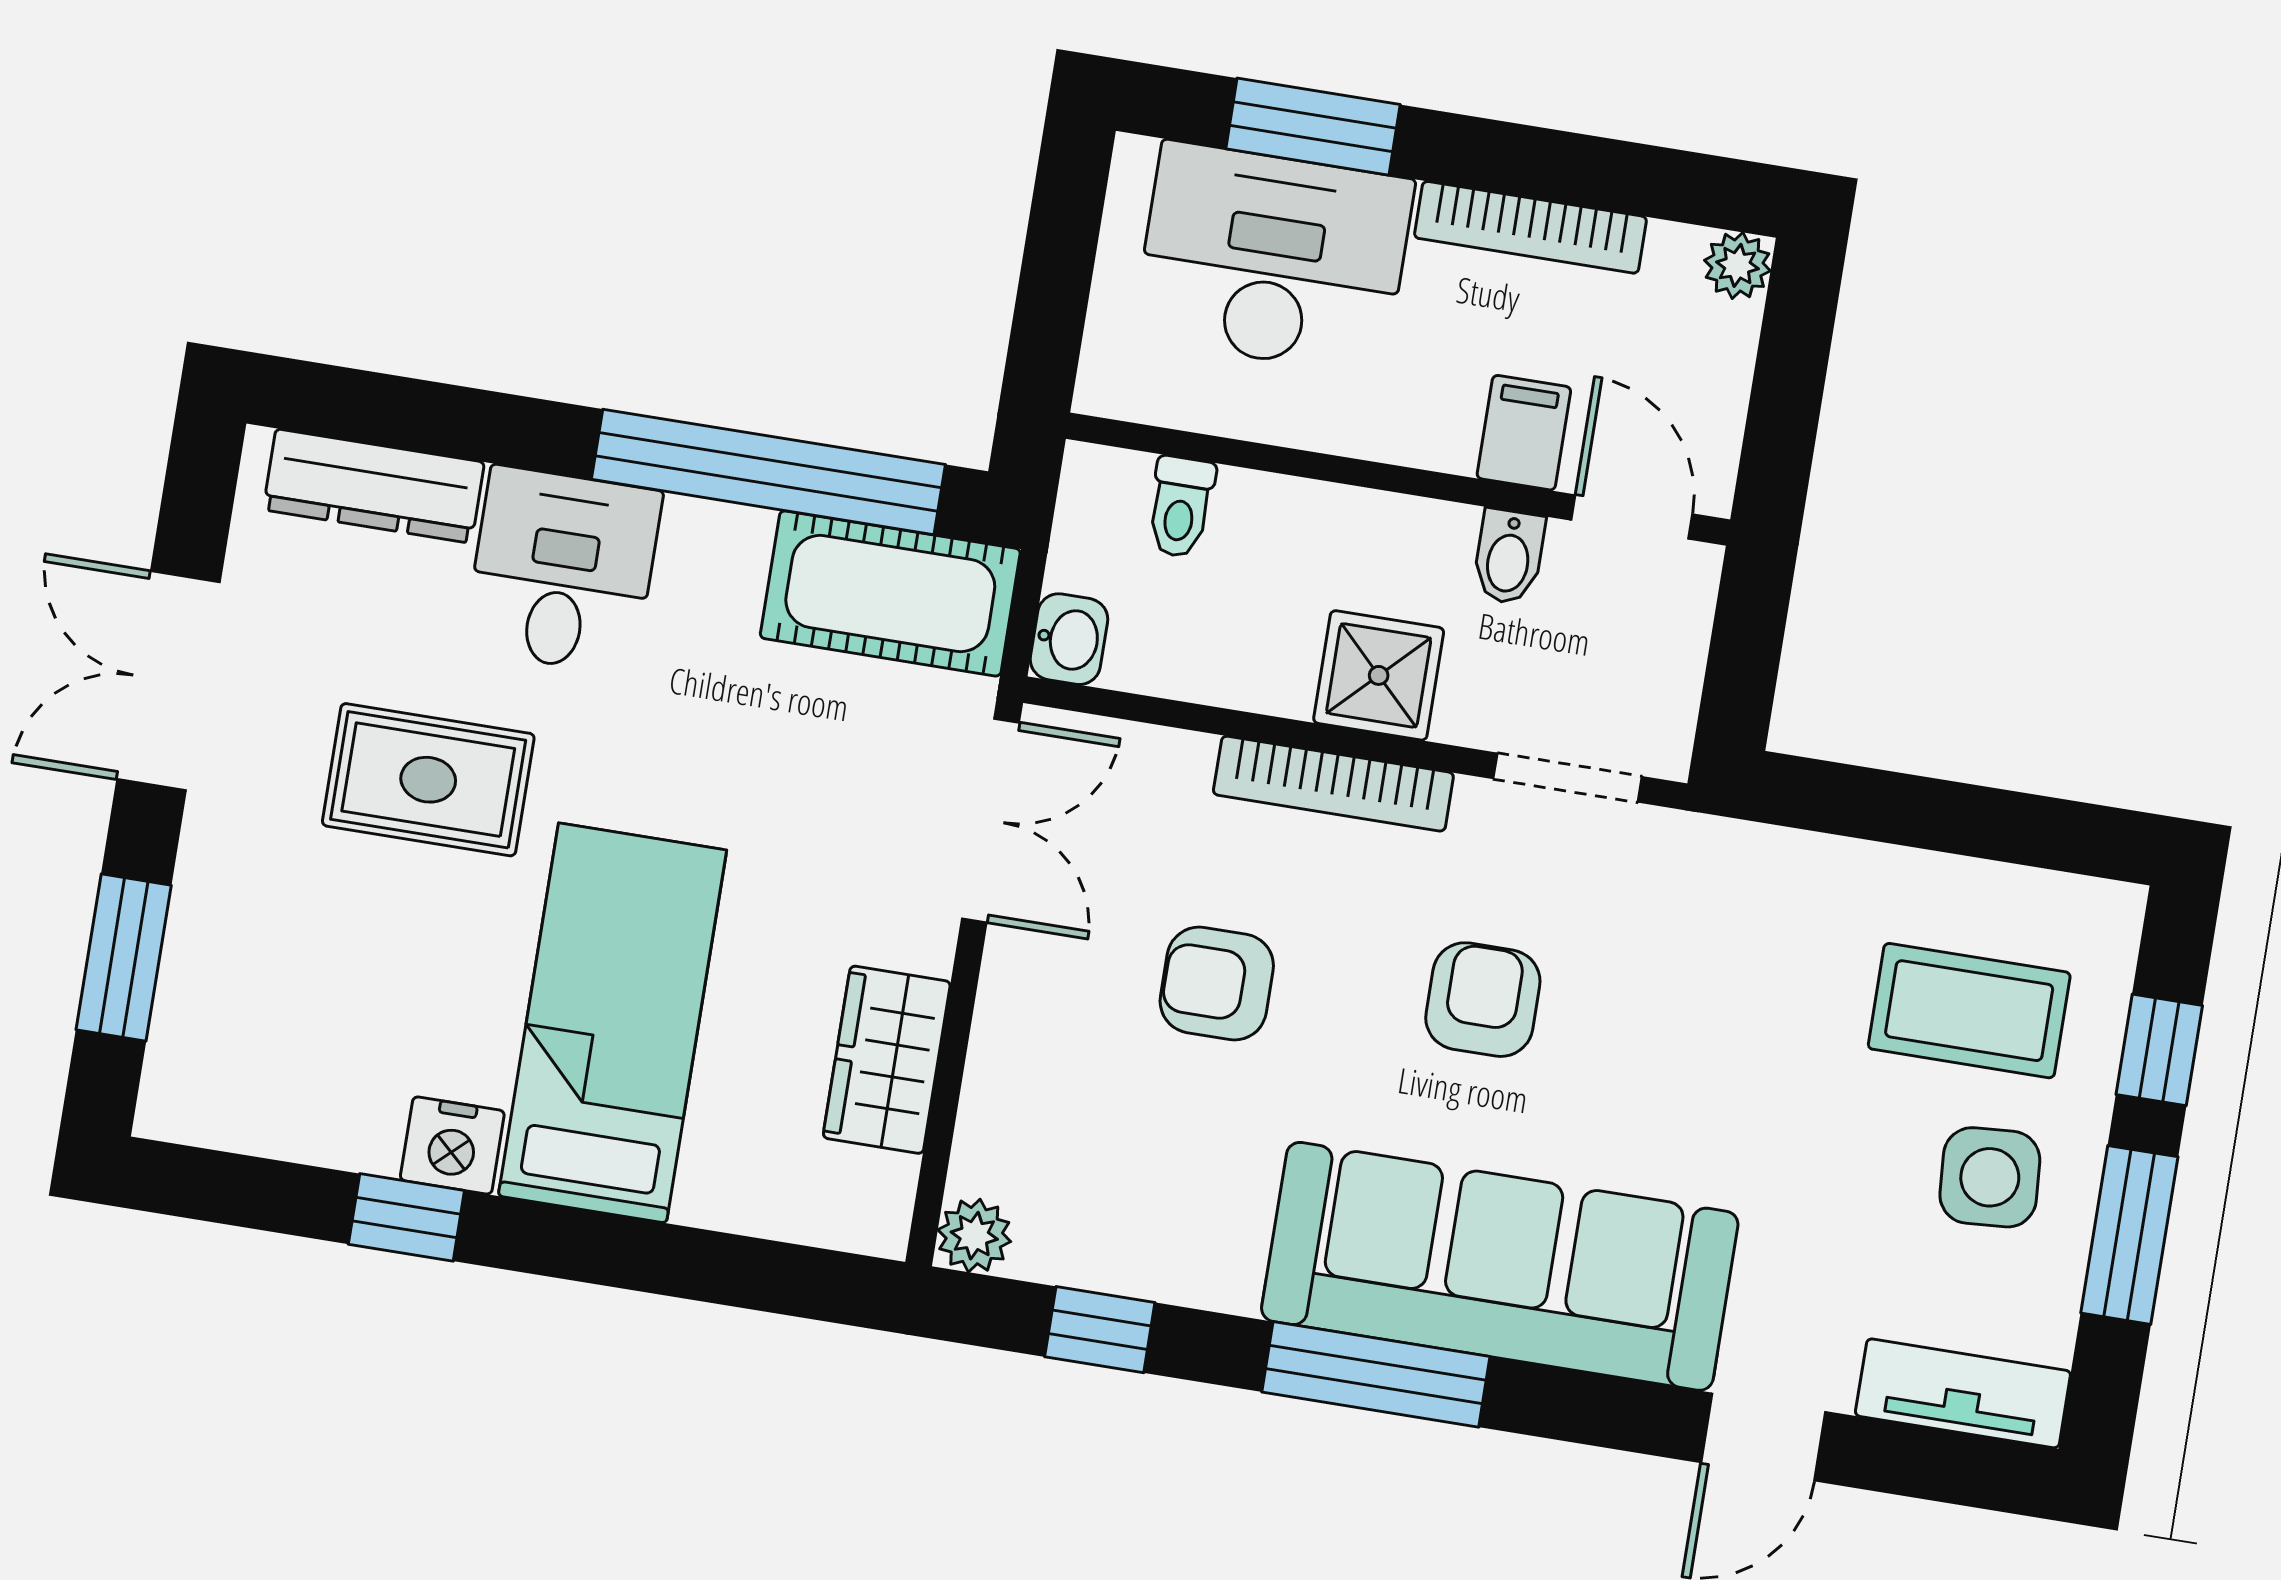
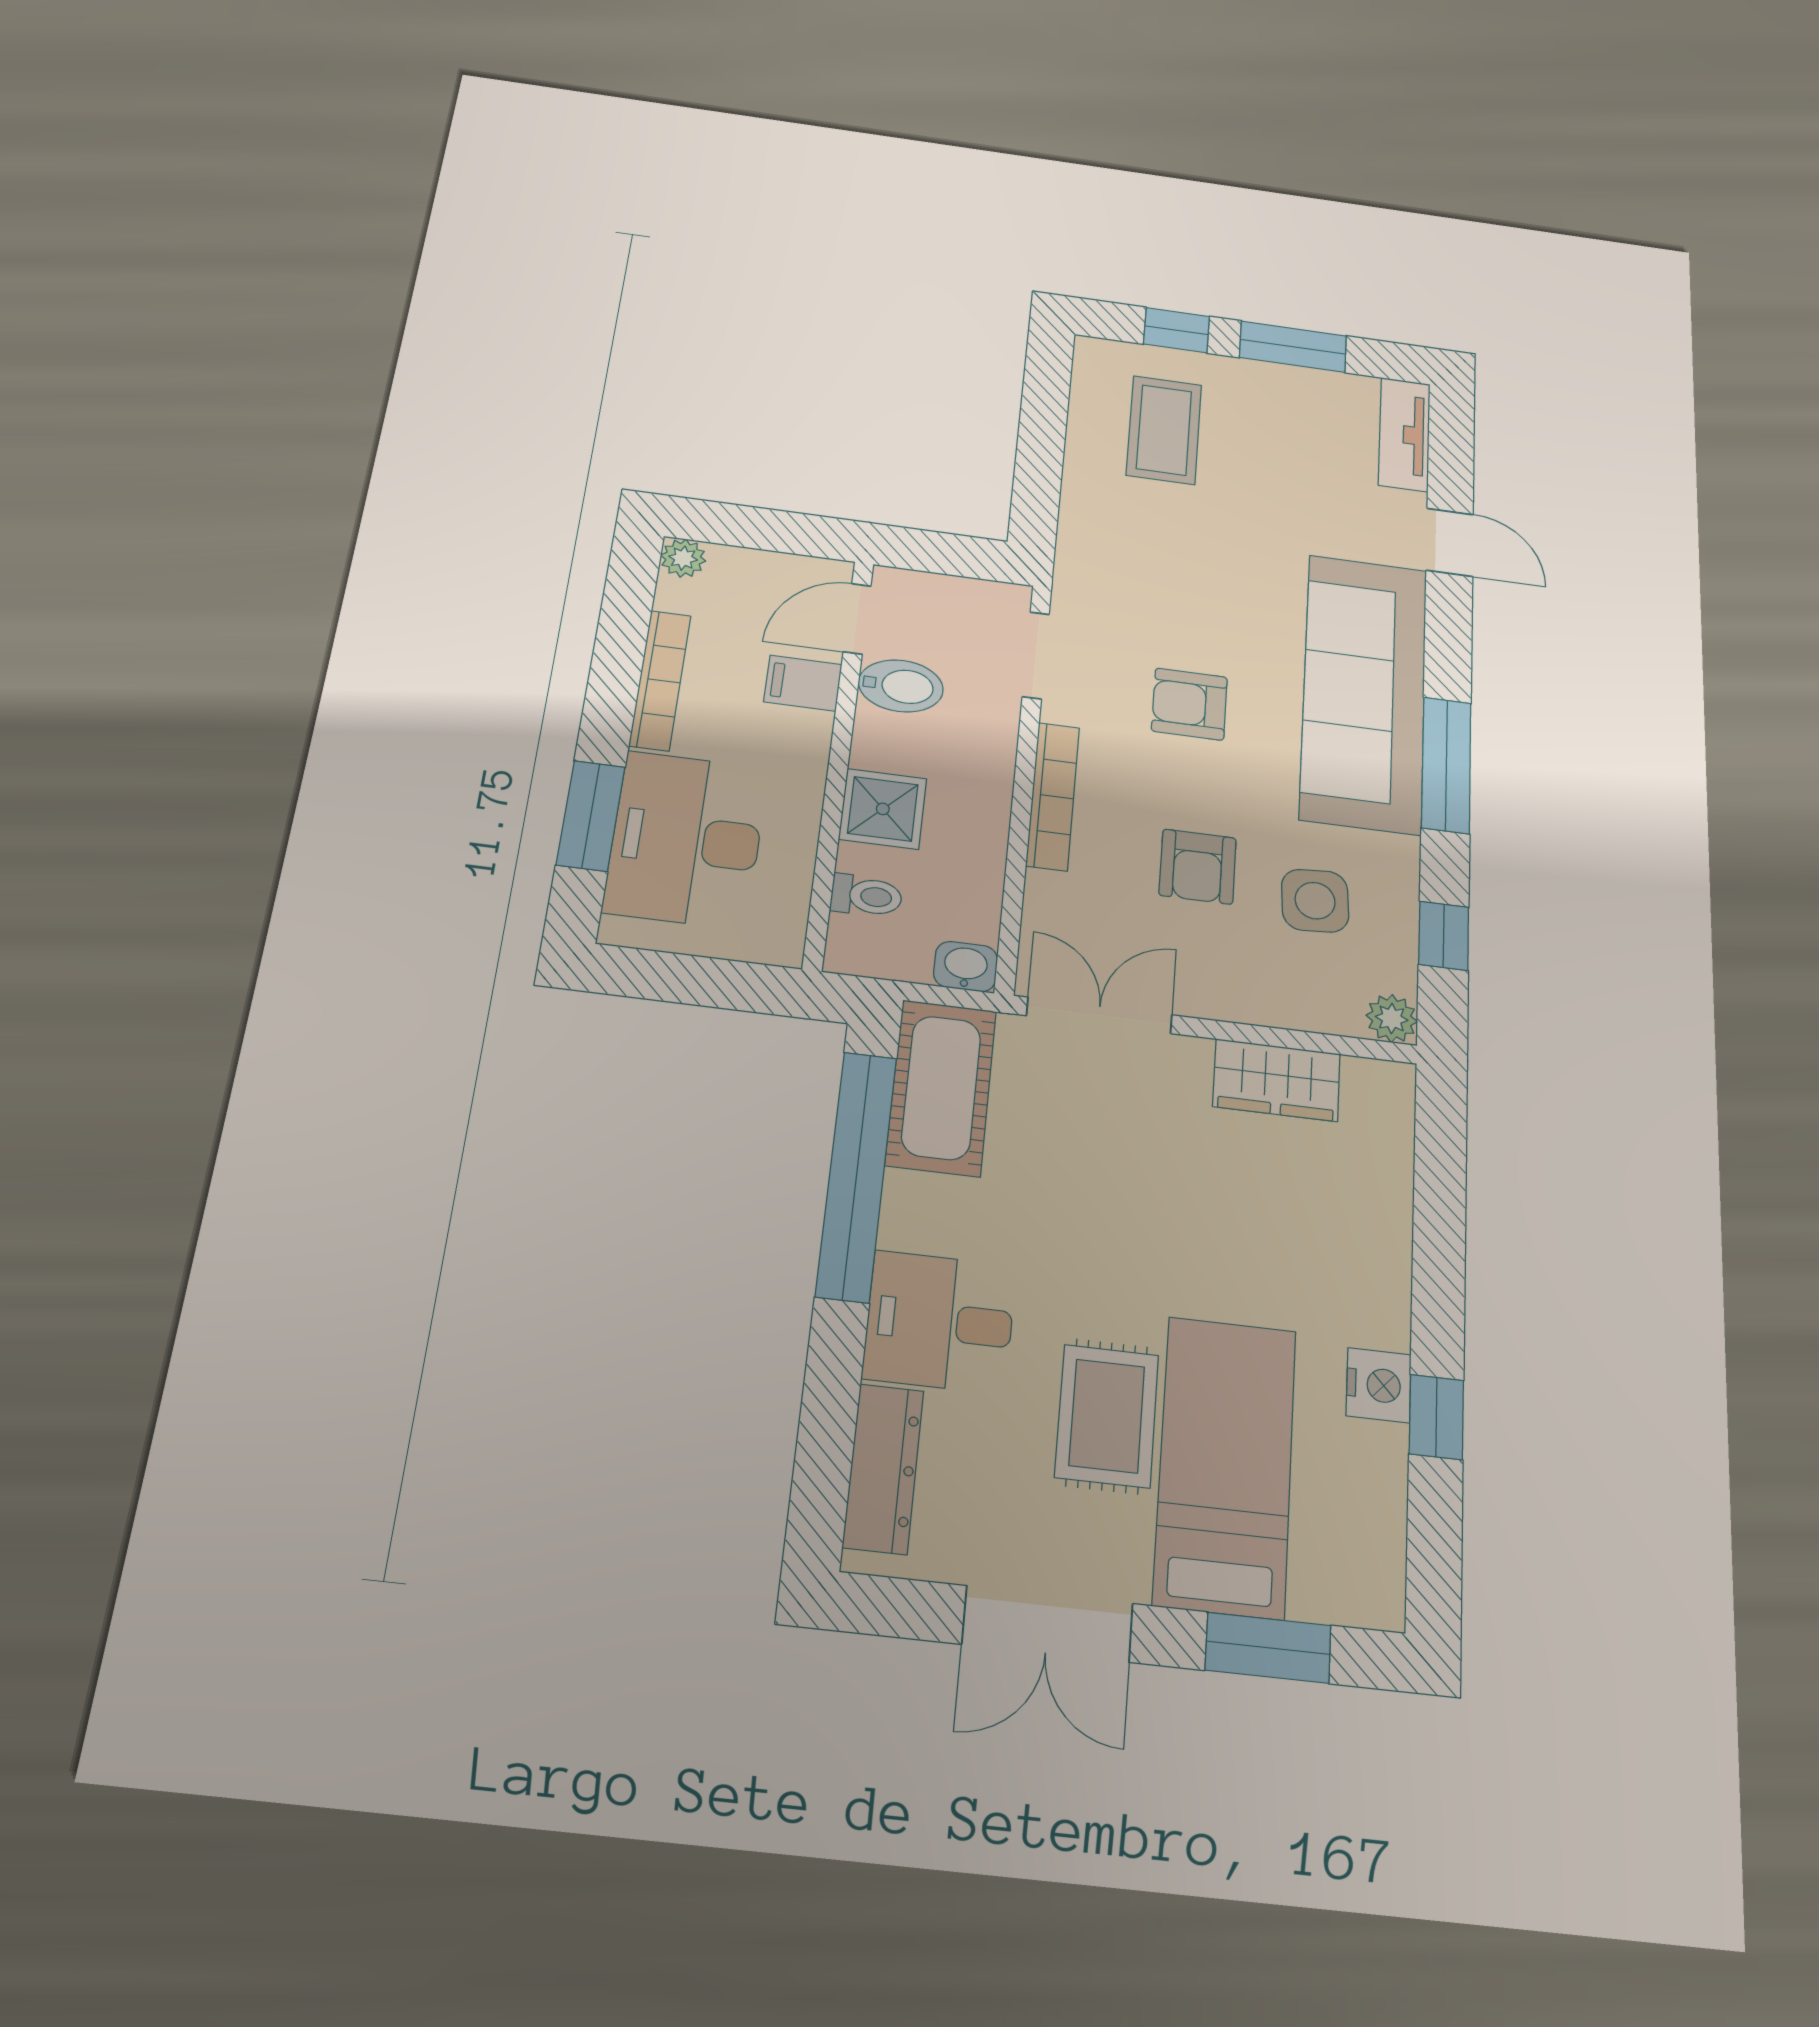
bidet: (1509, 557) -> (901, 686), width x1.38, depth x1.36
shower: (1379, 675) -> (883, 809), moved
bed: (612, 1023) -> (1225, 1466), moved, turned 90
side table: (1990, 1177) -> (1315, 901), moved

